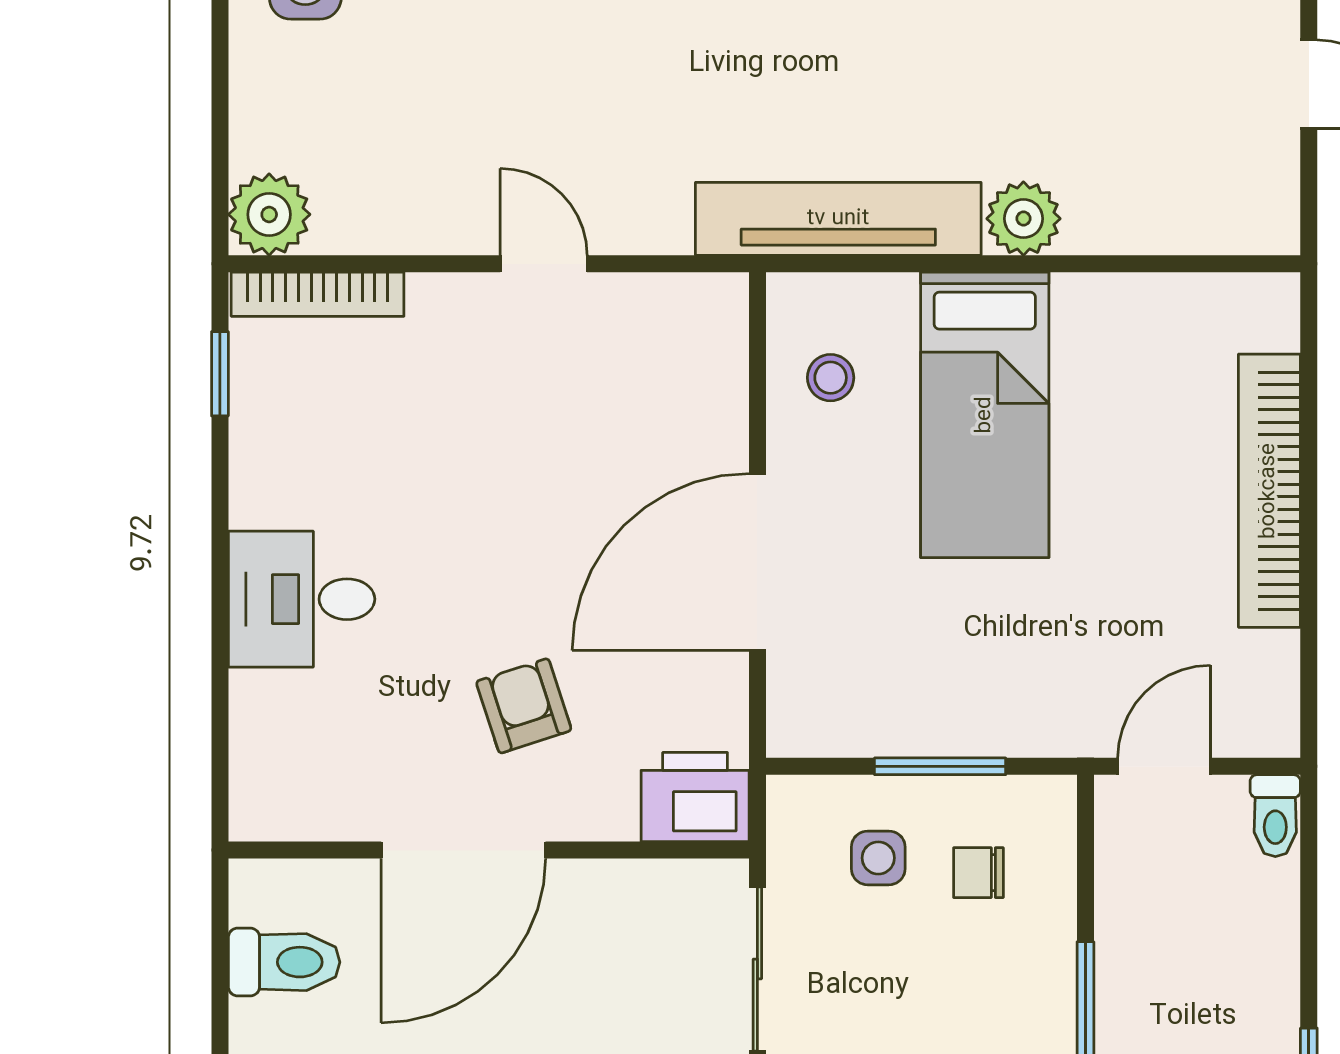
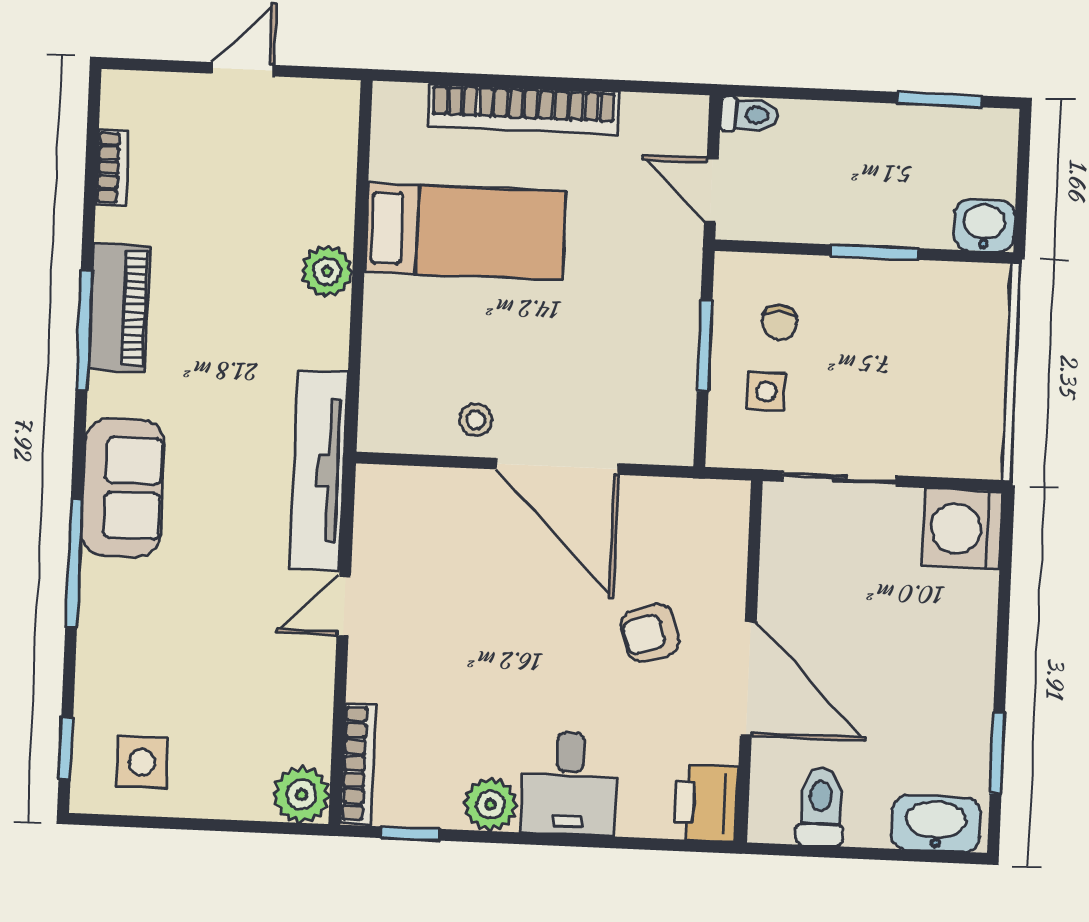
tv unit: (838, 219) -> (319, 470), moved
stool: (831, 378) -> (476, 420), moved
bed: (985, 415) -> (465, 231), moved
plant: (267, 487) -> (490, 804), added
printer: (695, 797) -> (706, 803), moved

